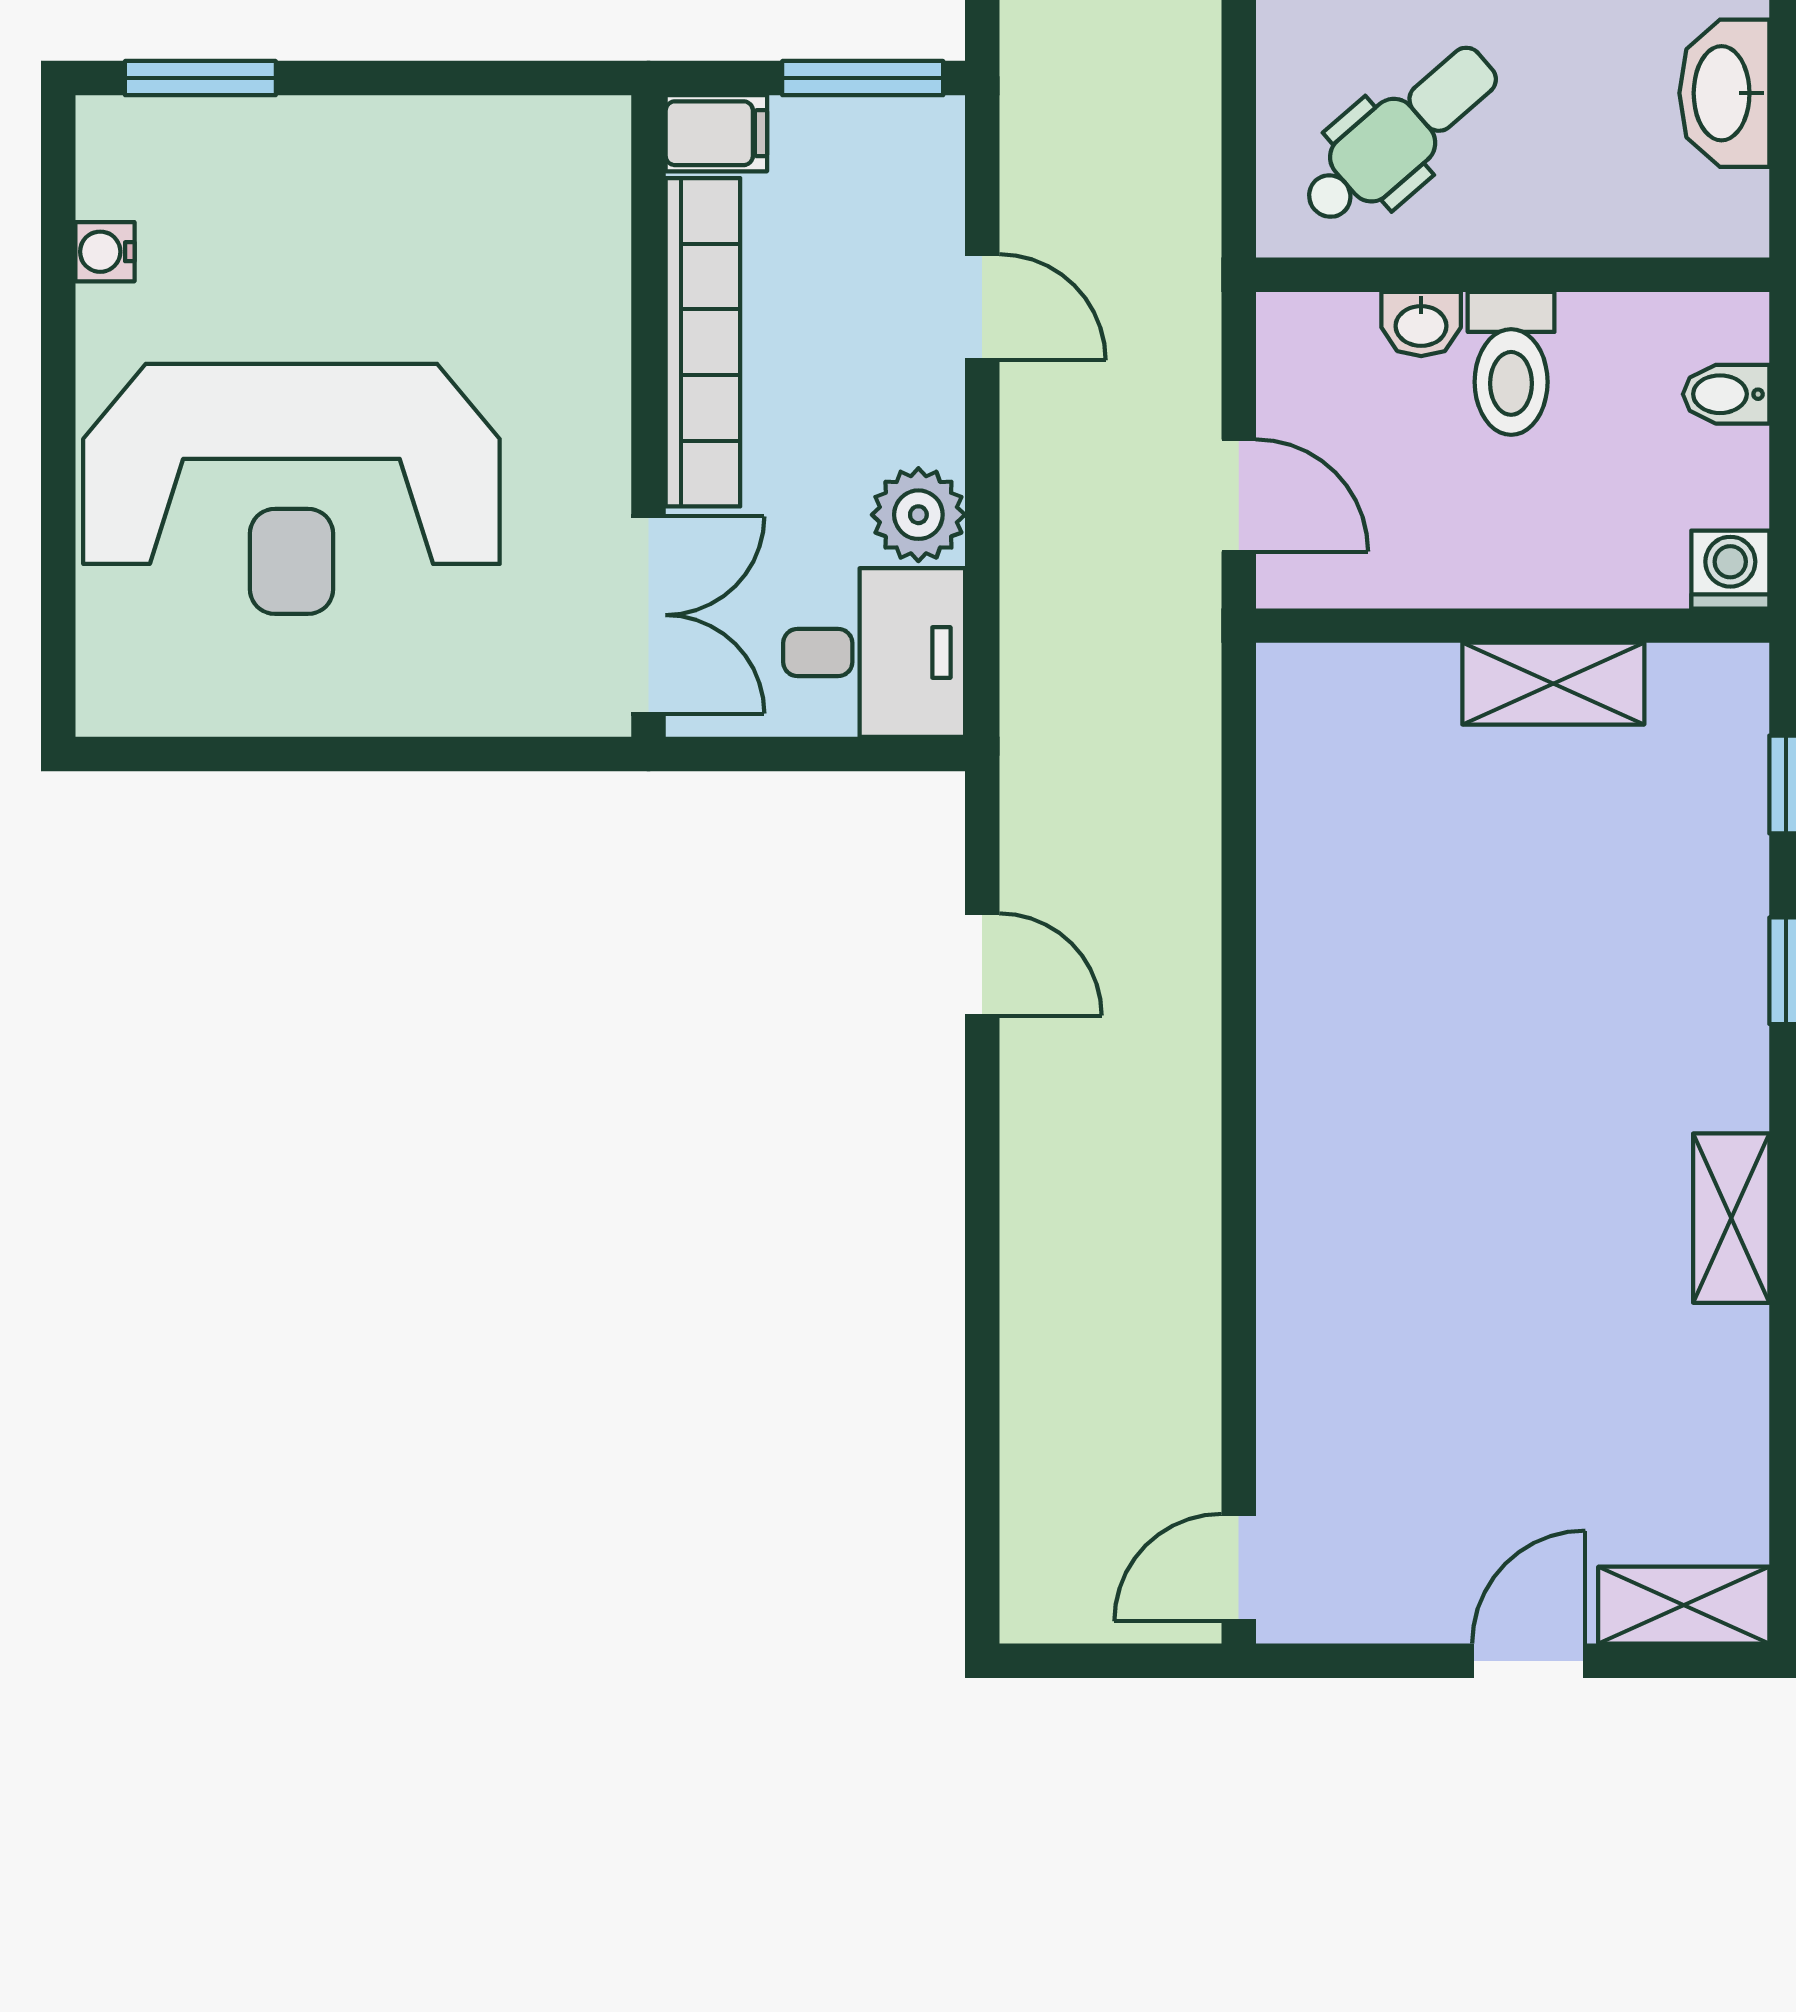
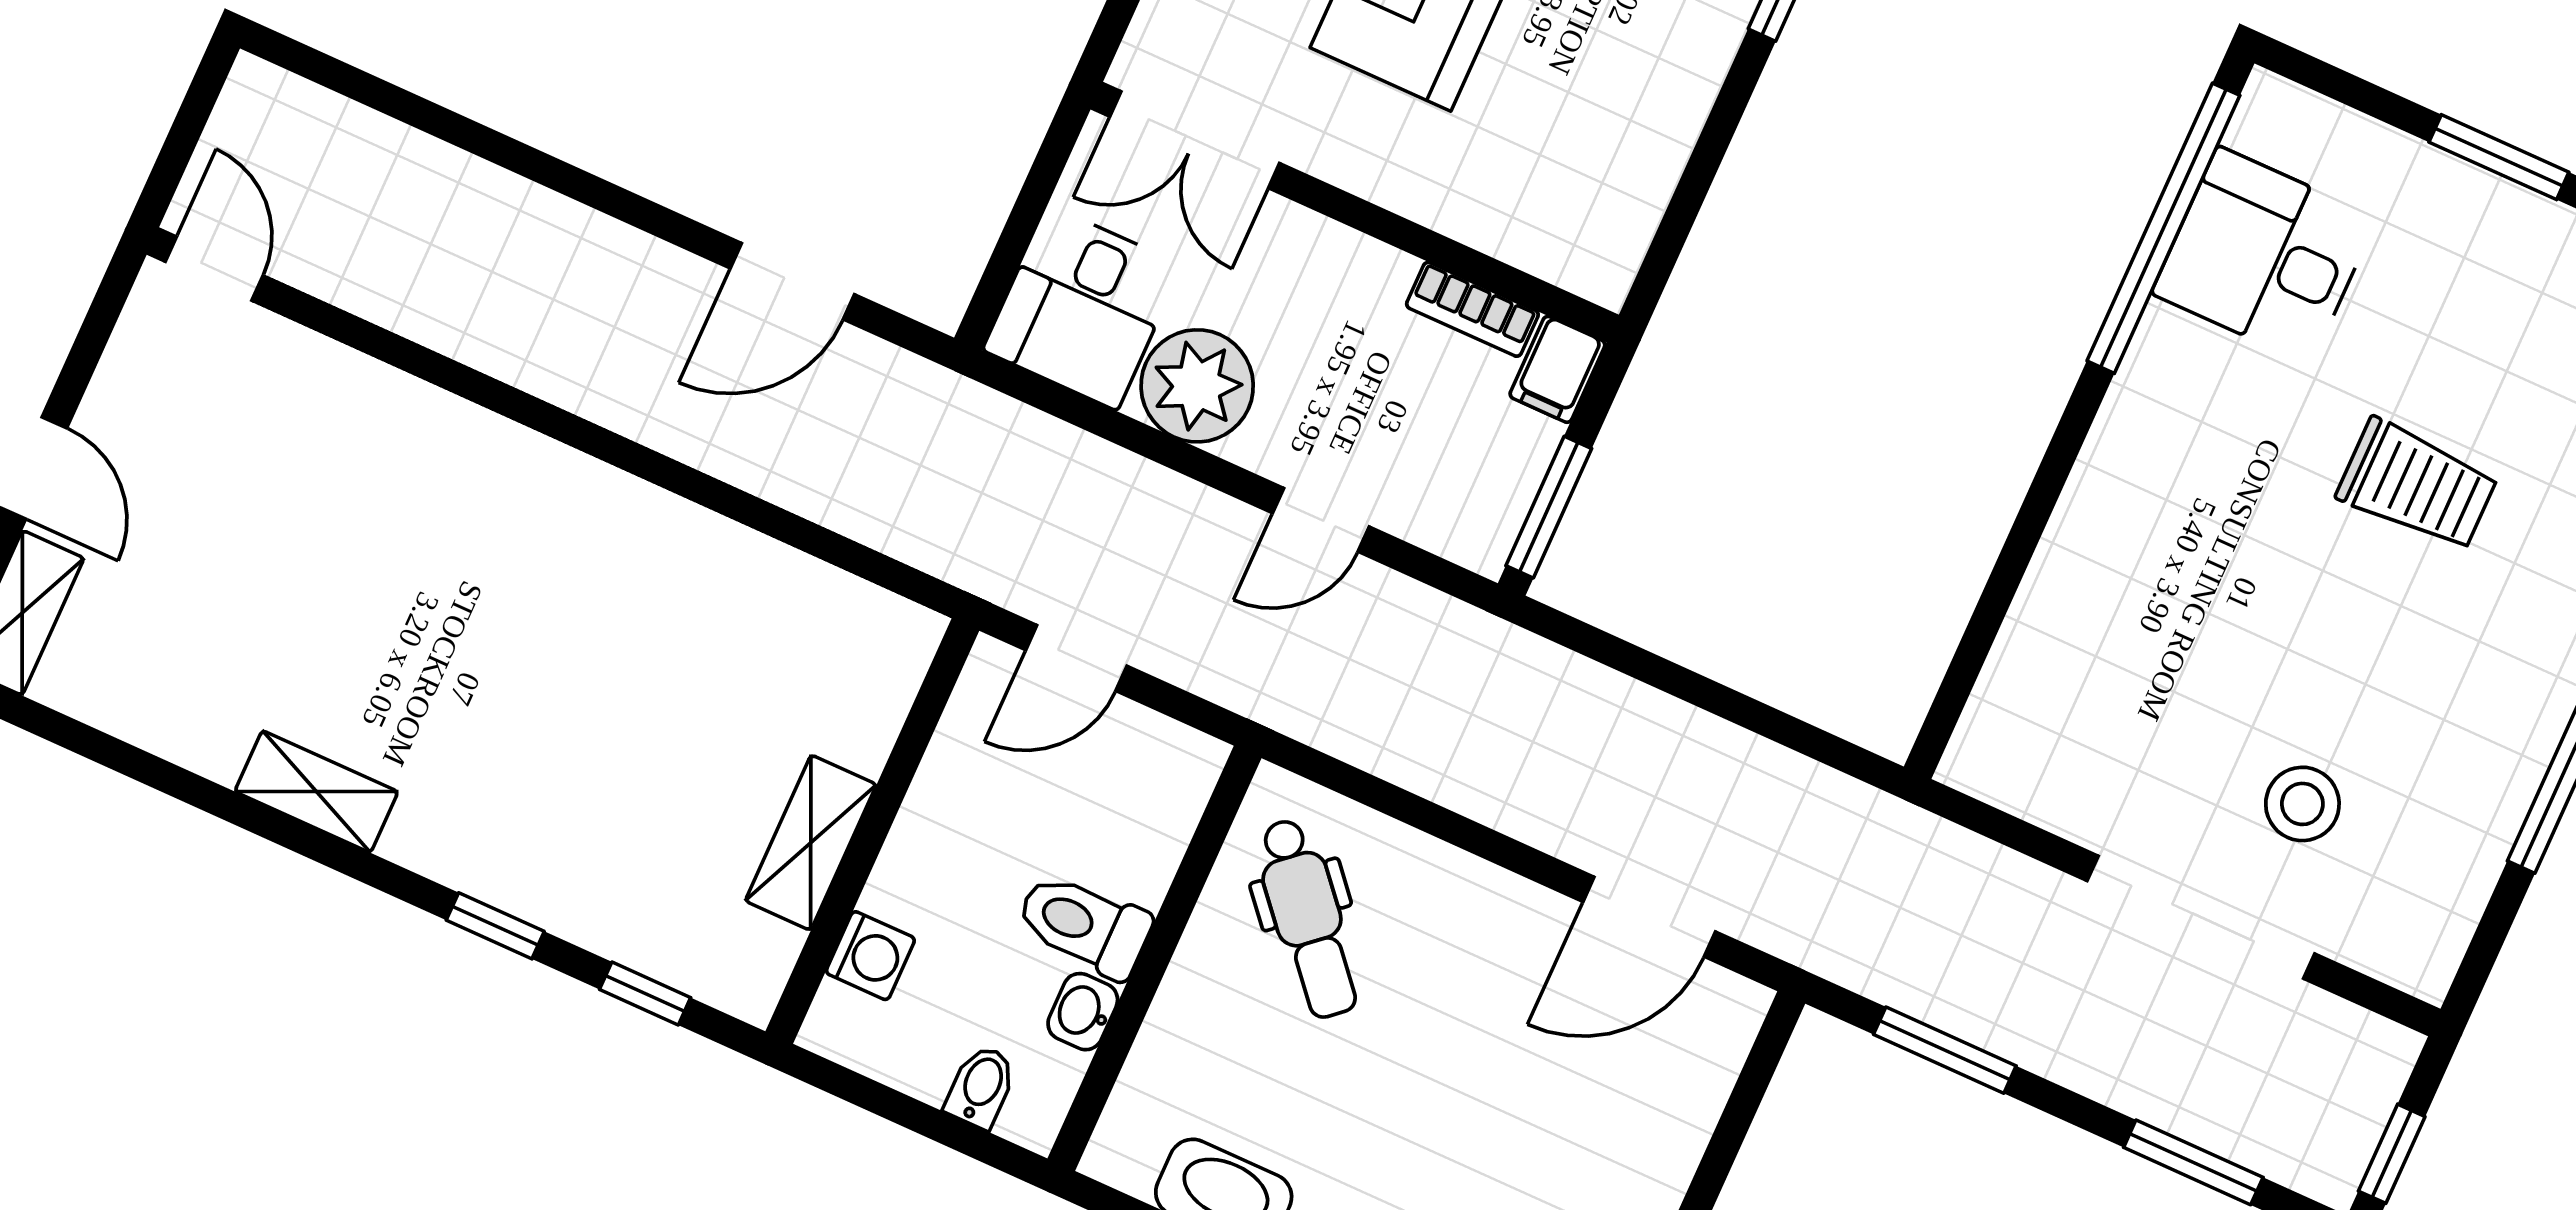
washbasin: (1421, 324) -> (1083, 1012), moved
bookcase: (703, 342) -> (1472, 309), width x0.43, depth x0.76
plant: (918, 515) -> (1197, 386), width x1.36, depth x1.36
washing machine: (1730, 570) -> (870, 956), moved
door: (982, 964) -> (792, 281), width x1.38

